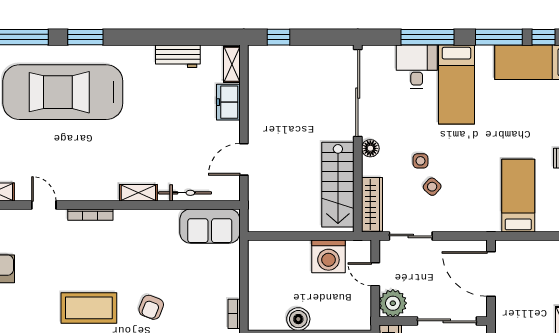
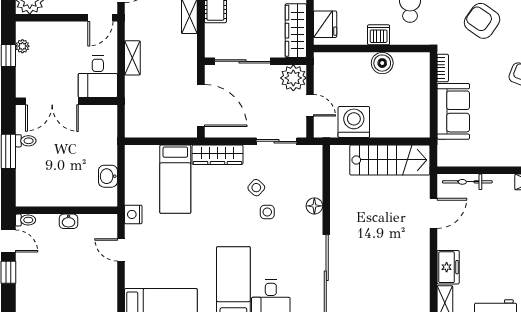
floor lamp: (370, 148) -> (314, 206), moved
stairs: (338, 185) -> (390, 160), moved, turned 90
bicycle: (185, 193) -> (467, 182), moved
wardrobe: (372, 204) -> (218, 155), moved, turned -90
sofa: (210, 226) -> (453, 111), moved, turned 90

